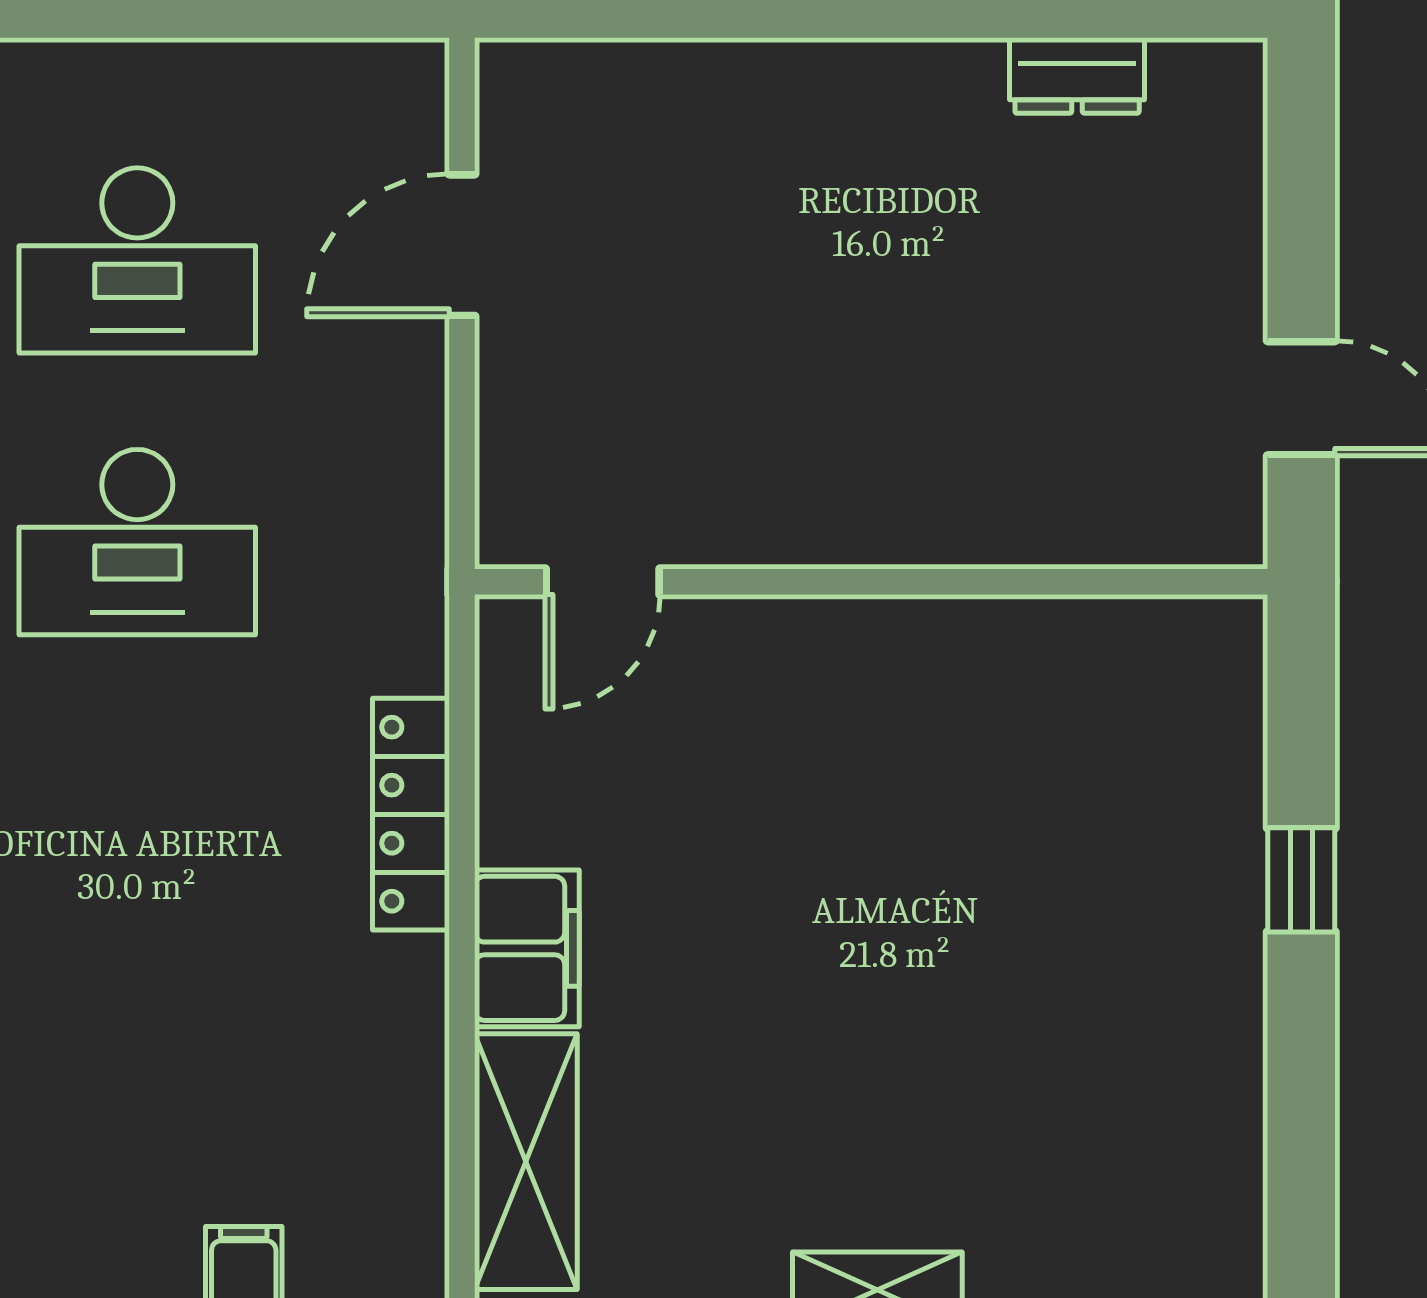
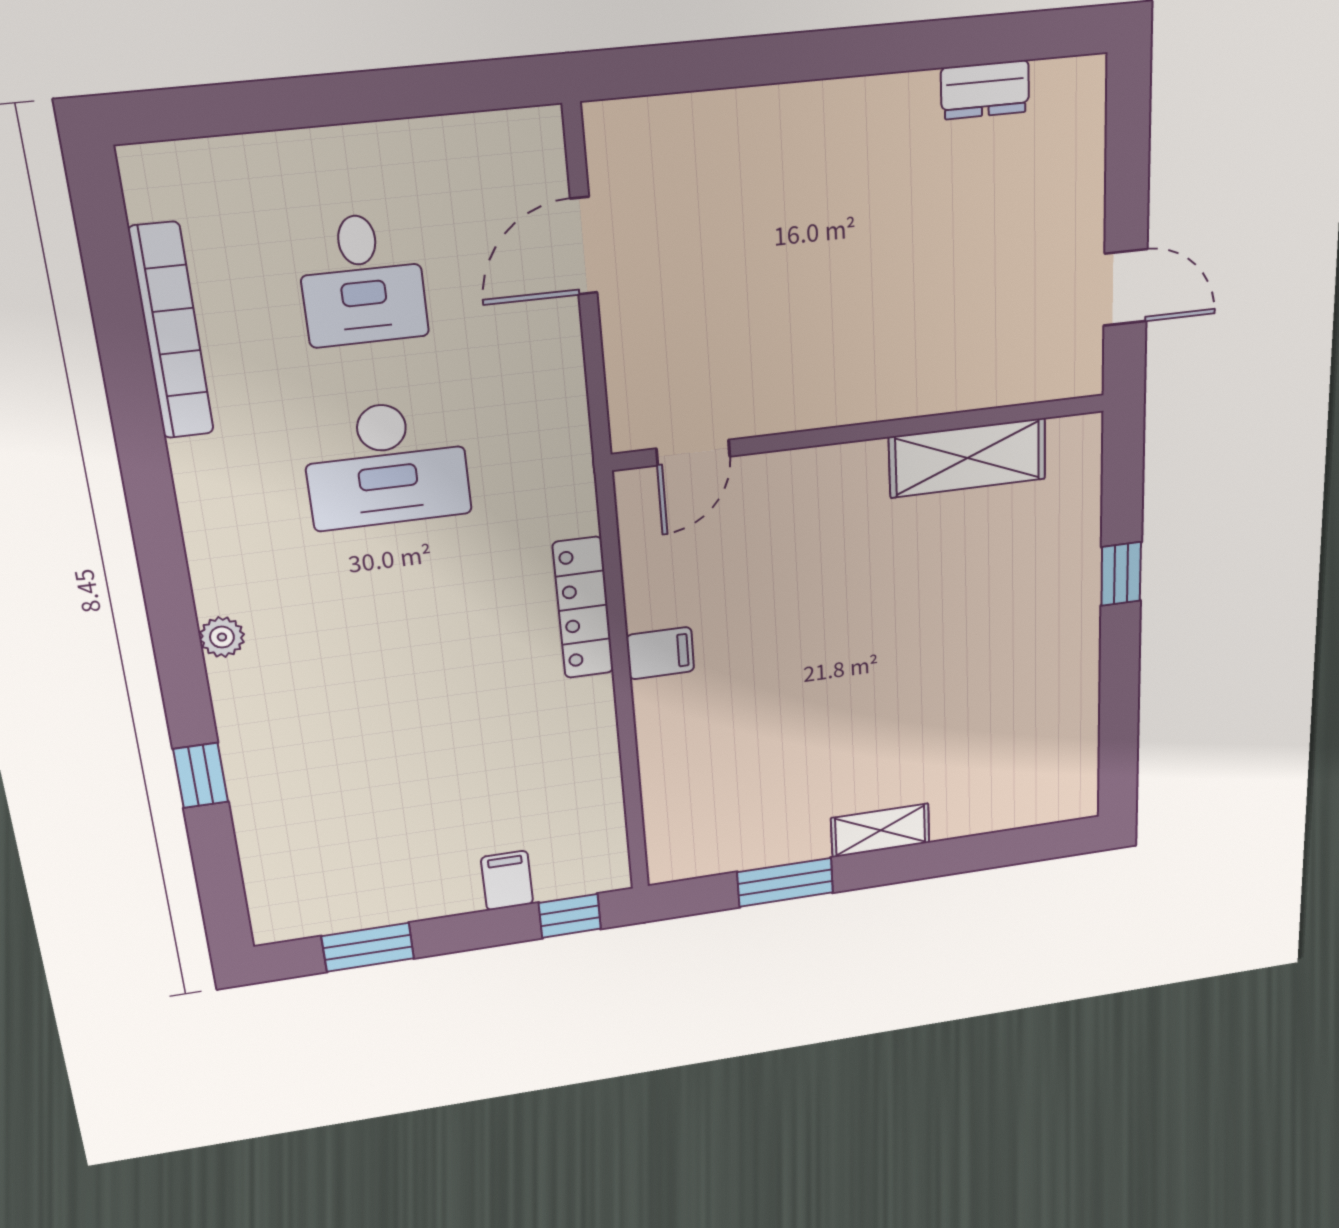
desk: (137, 260) -> (362, 280), width x0.73
filing cabinet: (527, 948) -> (660, 653), width x0.50
shelving: (526, 1162) -> (968, 458), moved, turned 90

